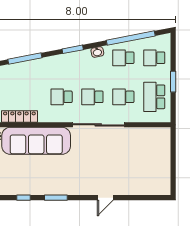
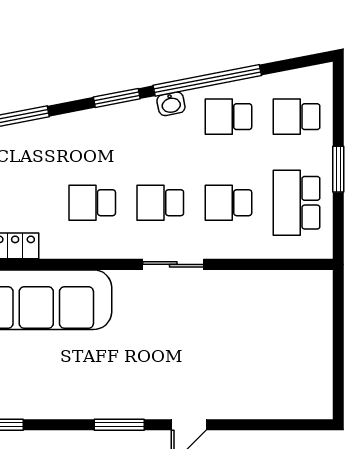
window: (131, 38) -> (207, 80), moved
sliding door: (98, 125) -> (173, 264), width x0.54
window: (56, 198) -> (119, 425), moved

